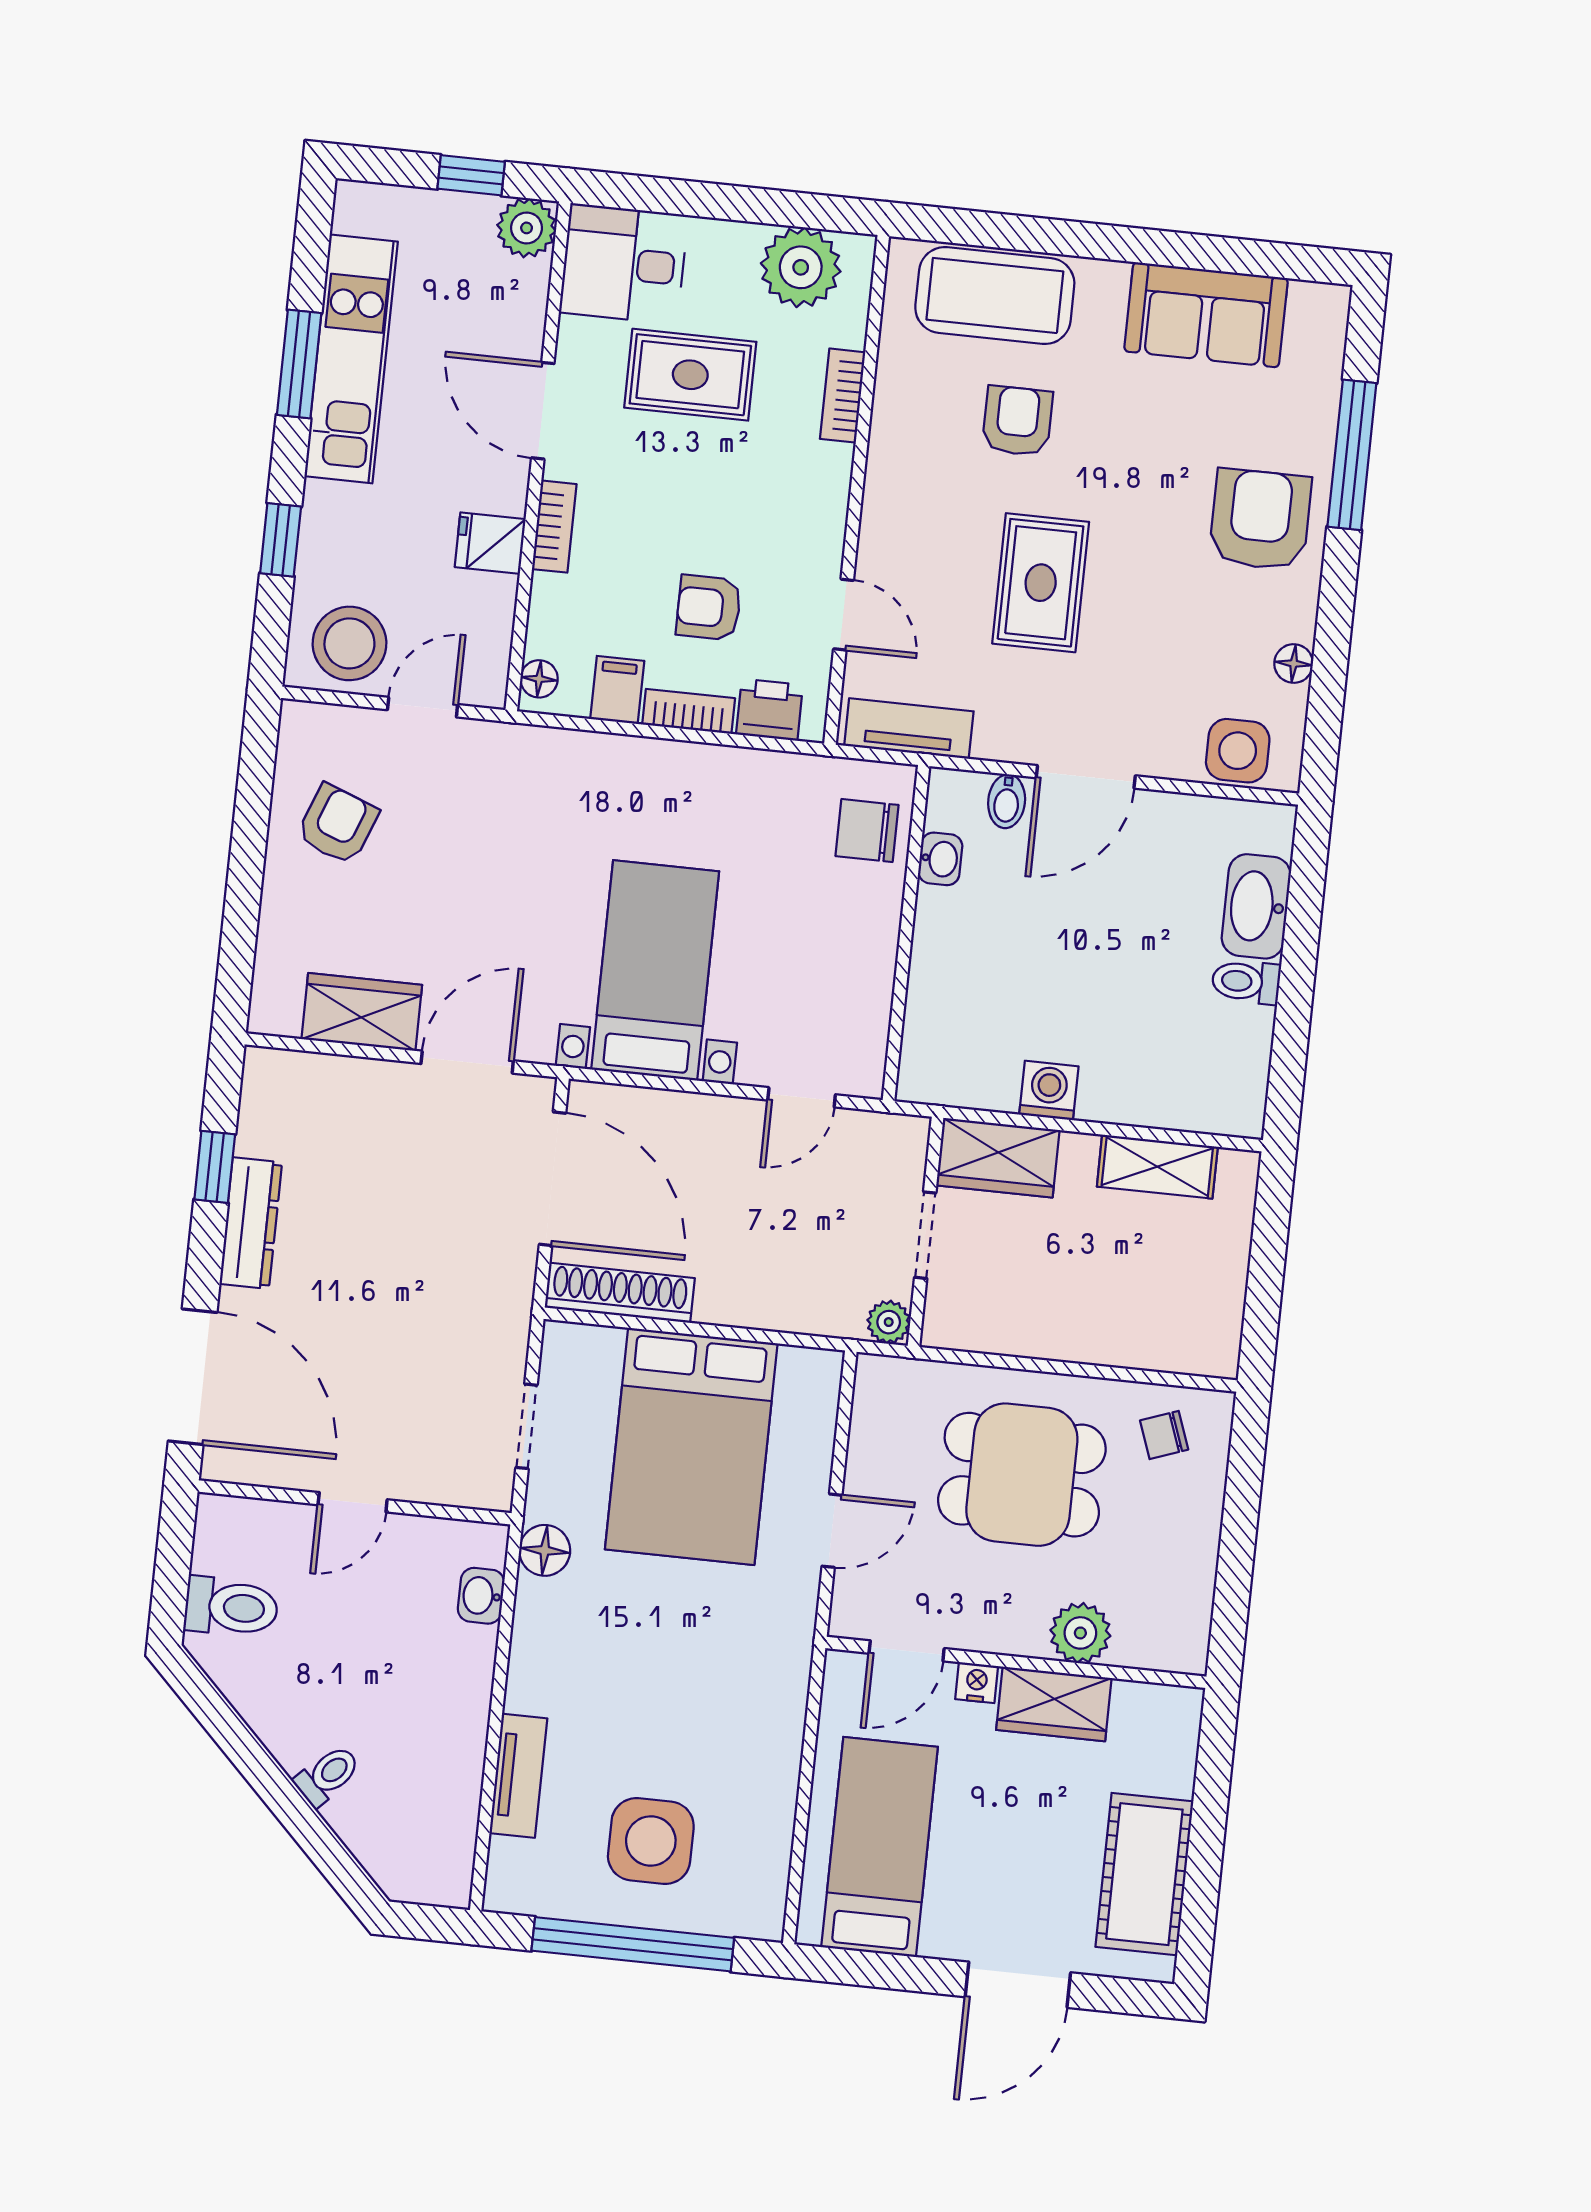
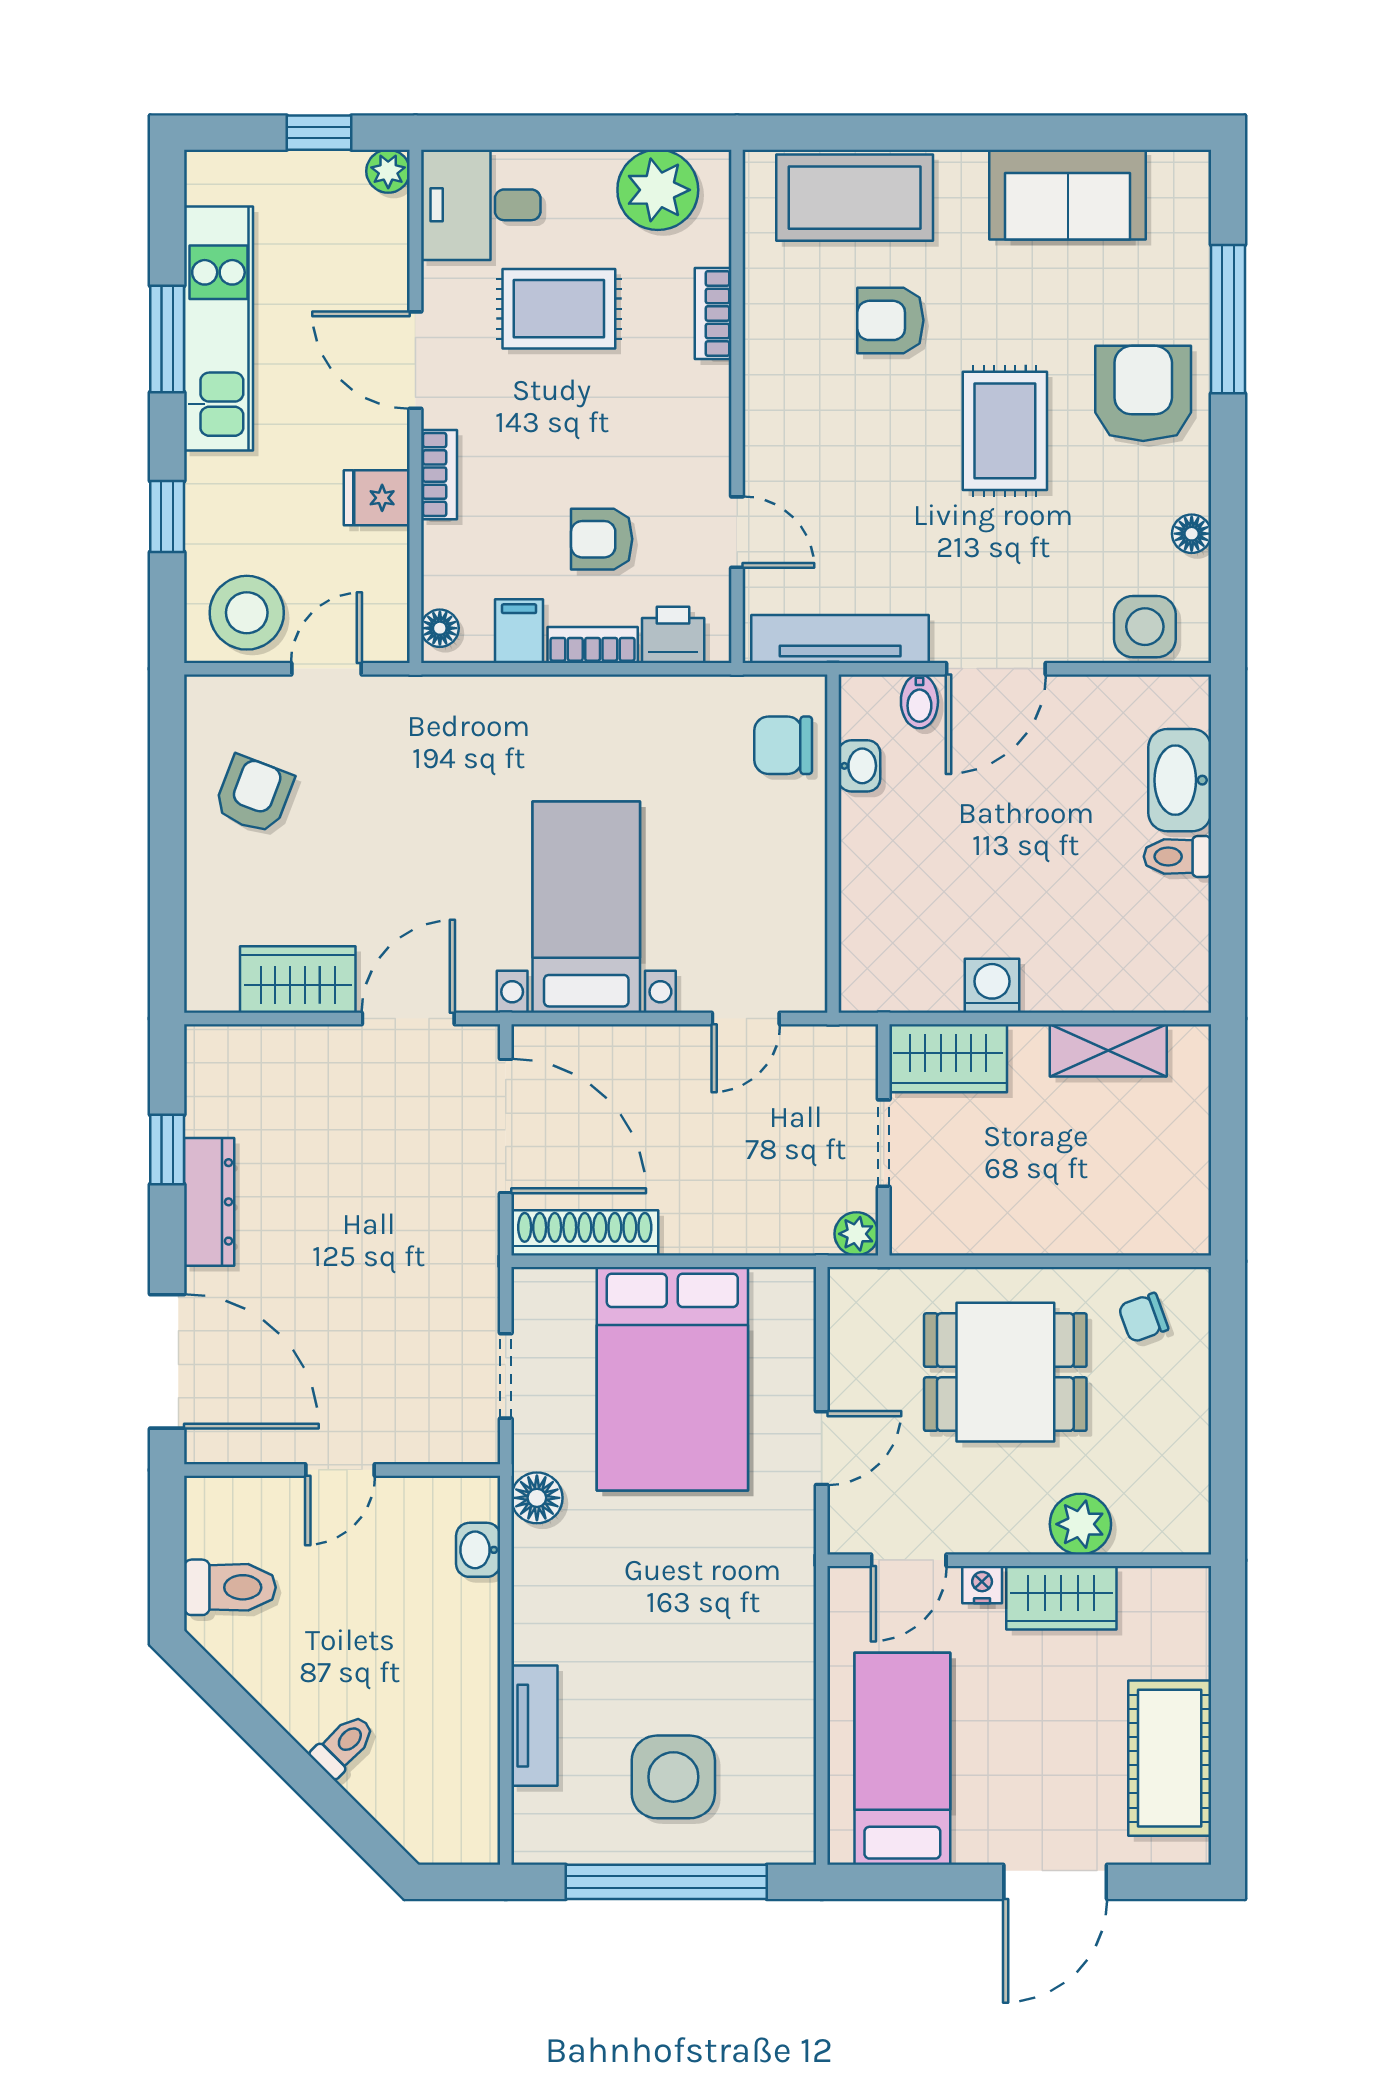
plant: (527, 228) -> (388, 171), width x0.73, depth x0.73
armchair: (1017, 421) -> (890, 320), turned -90
rug: (1041, 583) -> (1005, 431), moved
tv unit: (909, 729) -> (840, 639), width x1.41

